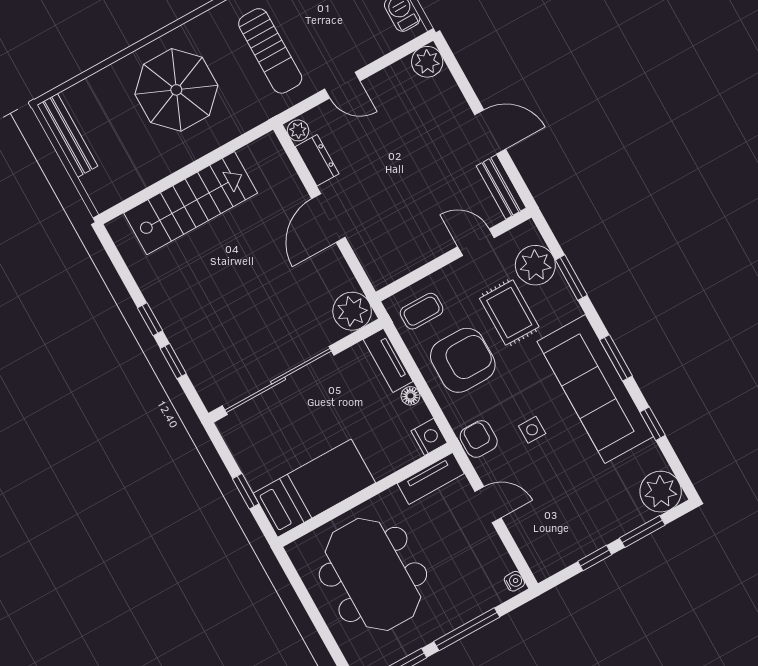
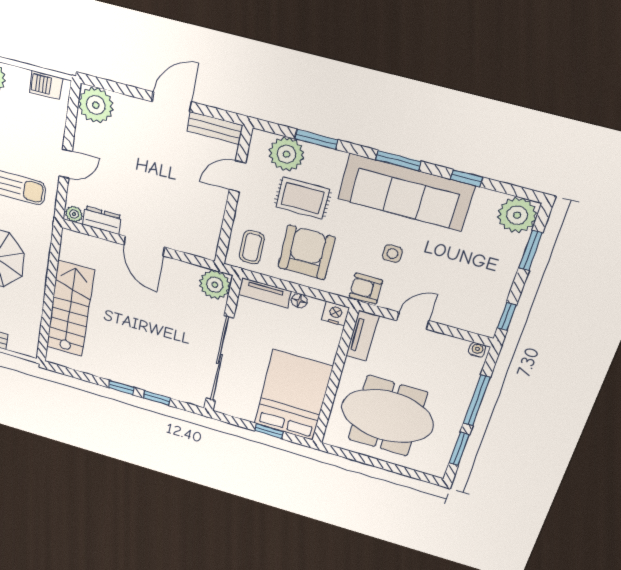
plant: (427, 62) -> (96, 105), width x1.36, depth x1.36
bed: (314, 488) -> (293, 395), width x1.50
window: (595, 558) -> (507, 317), moved

